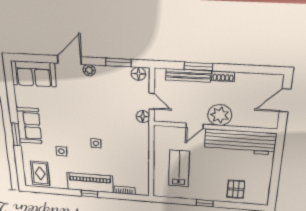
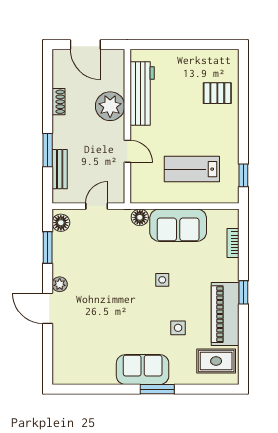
sofa: (34, 74) -> (178, 225), moved, turned 90
bench: (188, 75) -> (60, 169), width x0.73
shoe rack: (223, 76) -> (59, 102), moved
plant: (220, 115) -> (110, 106), moved
floor lamp: (143, 117) -> (140, 217), moved
workbench: (240, 142) -> (142, 93), width x0.73, depth x0.76
piano: (90, 183) -> (225, 314), moved
window: (205, 203) -> (243, 175), moved

